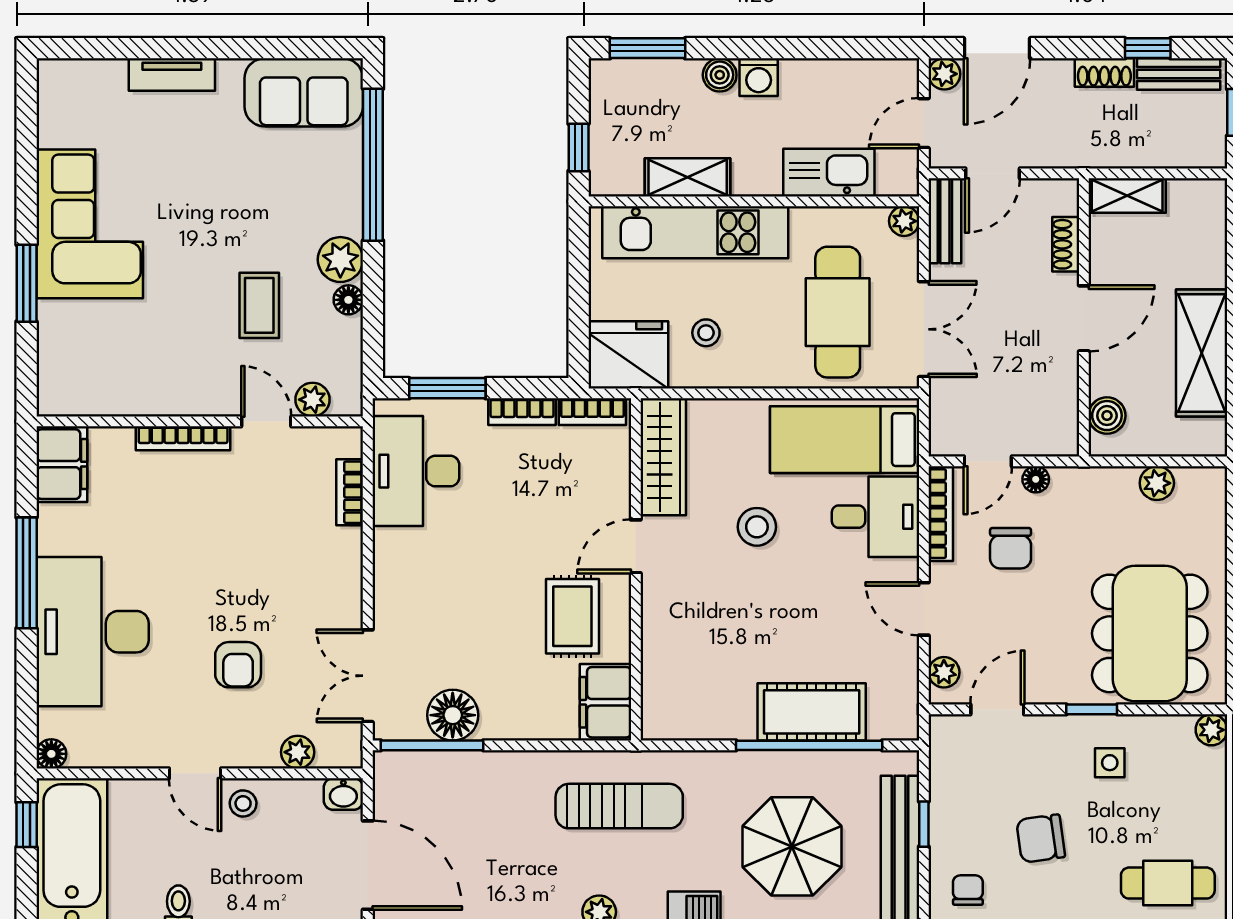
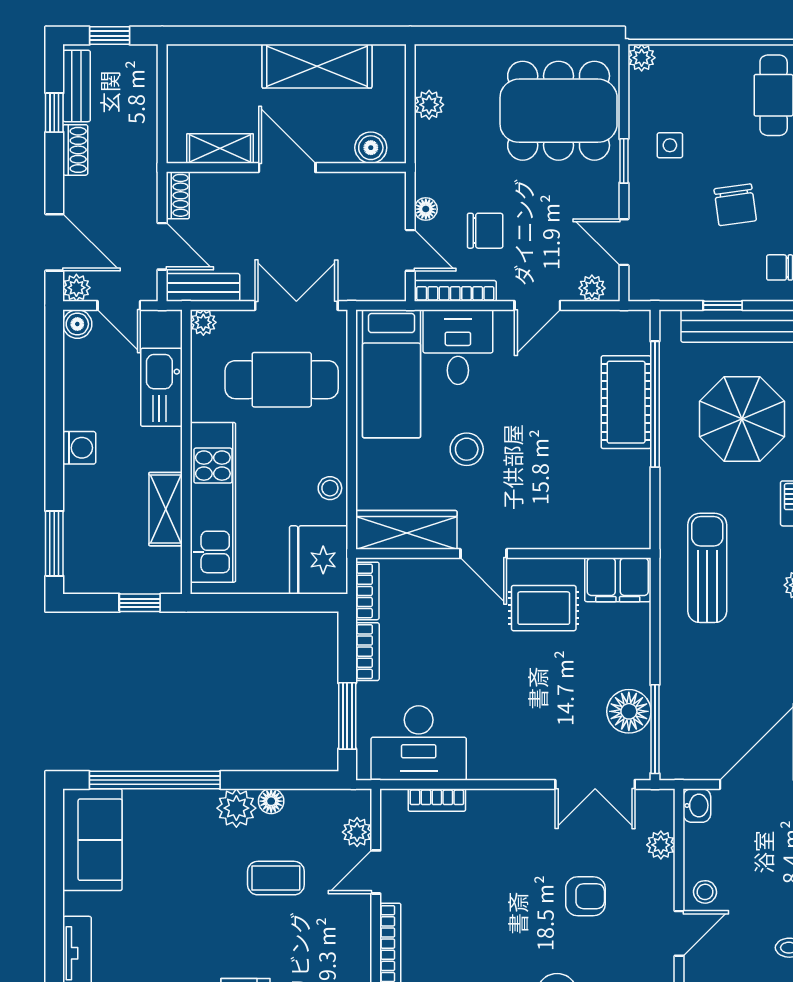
boiler: (720, 75) -> (77, 324), moved
shelving: (1127, 195) -> (220, 148), moved, turned 90
shoe rack: (1066, 244) -> (178, 195), moved, turned -90
stool: (706, 333) -> (330, 488), moved

